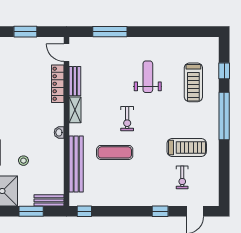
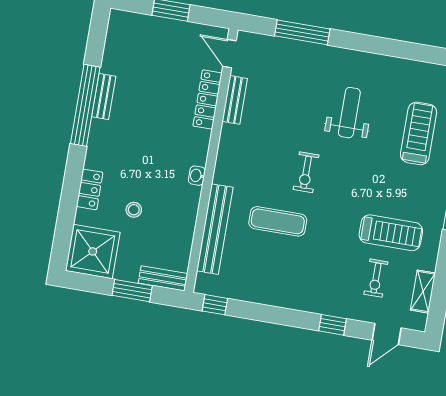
treadmill: (193, 82) -> (419, 133), turned 180
shelving: (75, 110) -> (423, 292), moved

